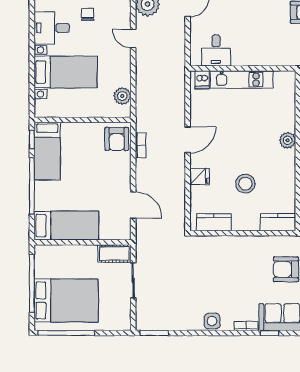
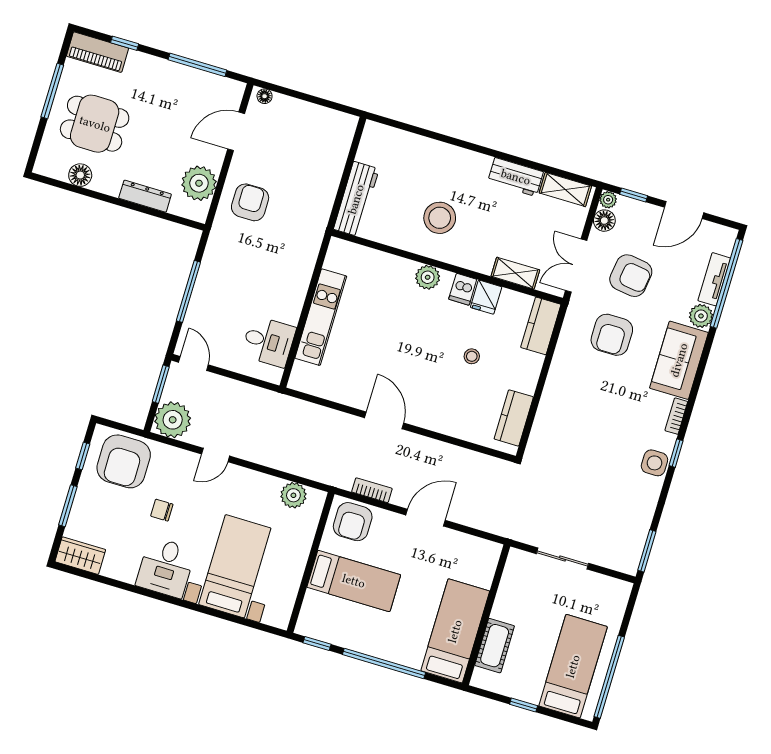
dishwasher: (202, 80) -> (463, 289), moved, turned 90
armchair: (117, 139) -> (353, 522), turned 90
bed: (47, 151) -> (354, 581), moved
fridge: (200, 177) -> (486, 297), moved, turned 180
stool: (245, 184) -> (472, 356), width x0.53, depth x0.53
door: (133, 205) -> (425, 518), moved
cot: (114, 254) -> (495, 646), moved
window: (32, 283) -> (524, 705), width x0.32
bed: (66, 301) -> (573, 666), width x0.67
window: (270, 333) -> (676, 453), moved

